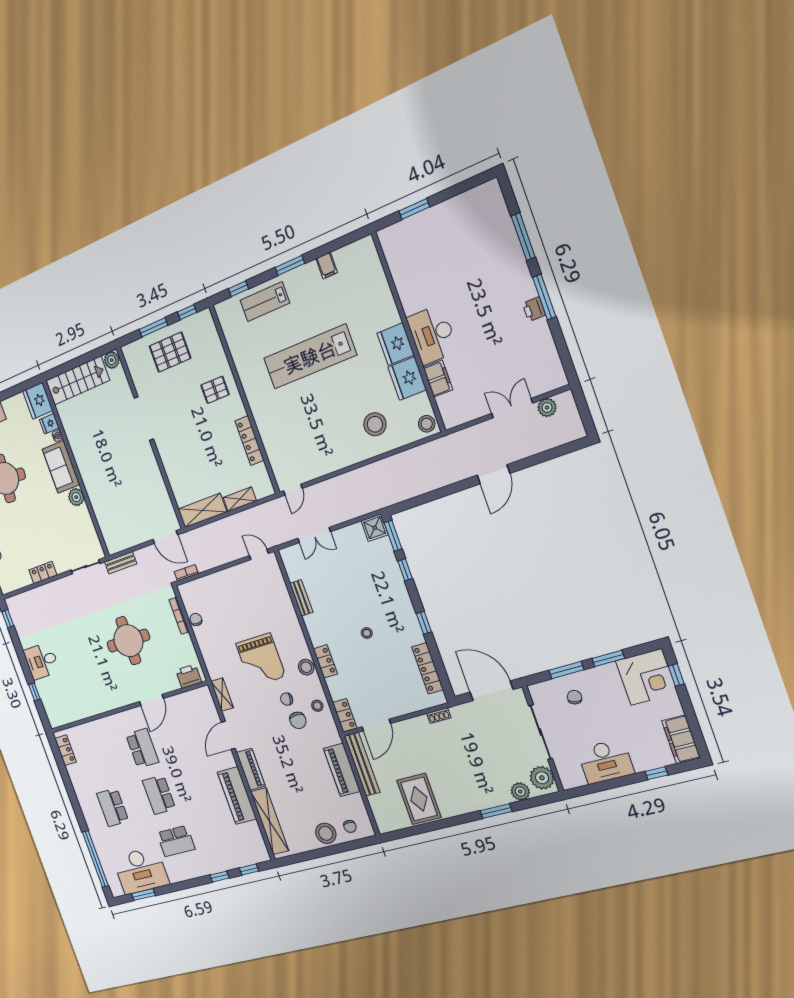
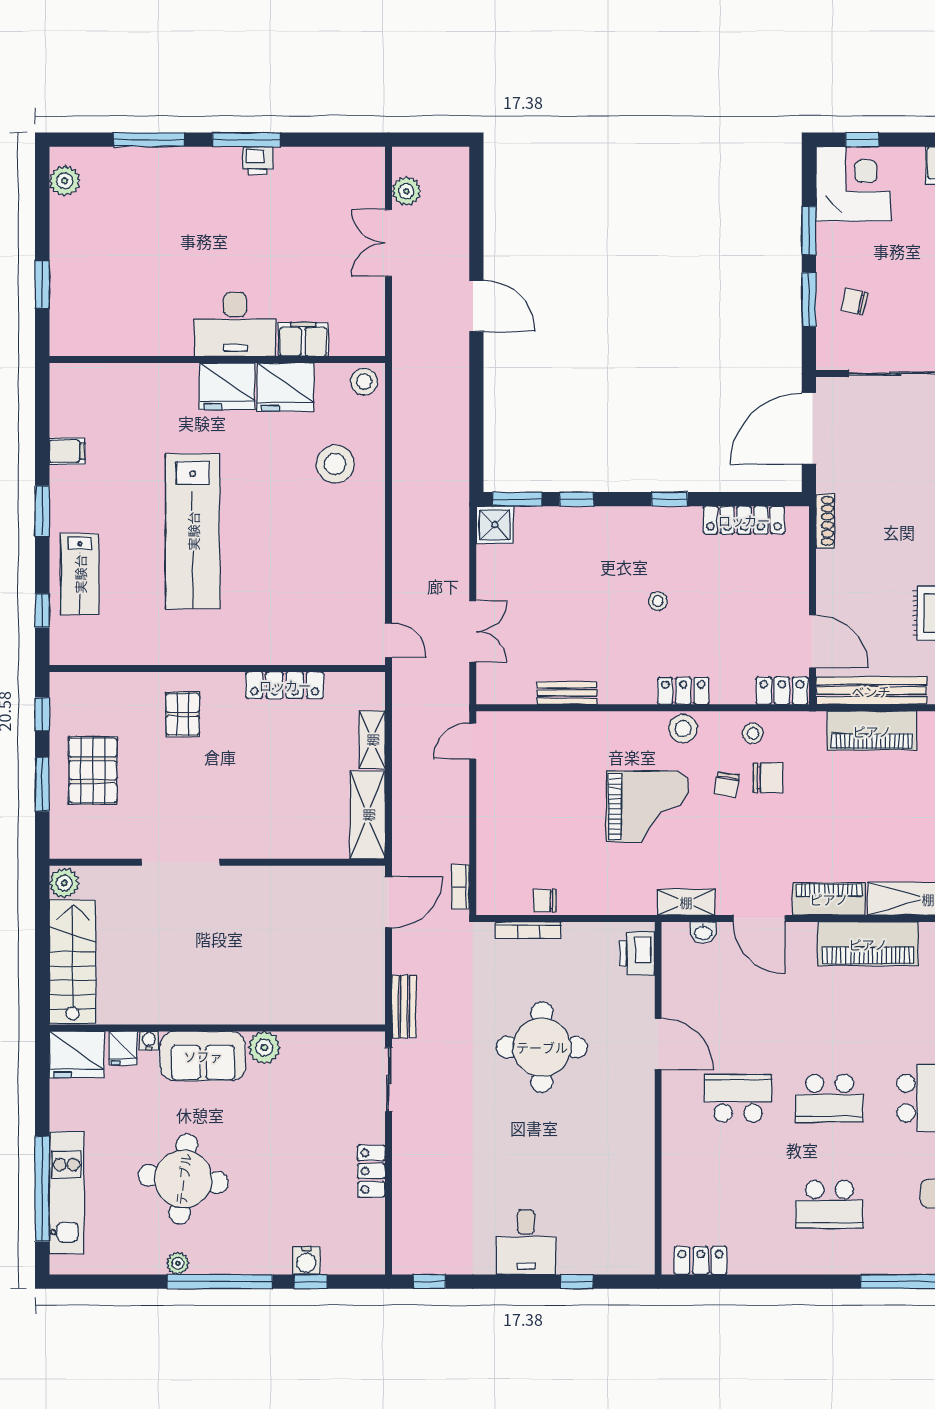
plant: (480, 195) -> (65, 181), added
washbasin: (211, 708) -> (703, 932), added
shoe rack: (439, 716) -> (825, 521), width x1.43

